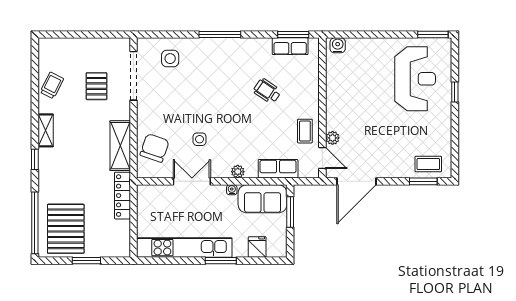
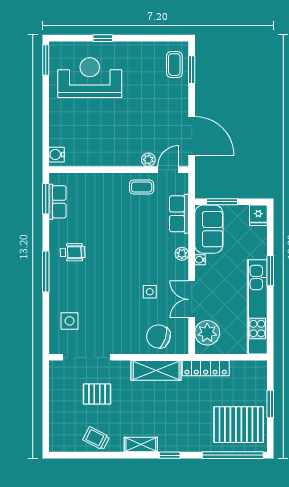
wheelchair: (267, 91) -> (73, 252), moved, turned -125
plant: (158, 197) -> (207, 333), added
fridge: (257, 247) -> (258, 215), moved, turned -90

